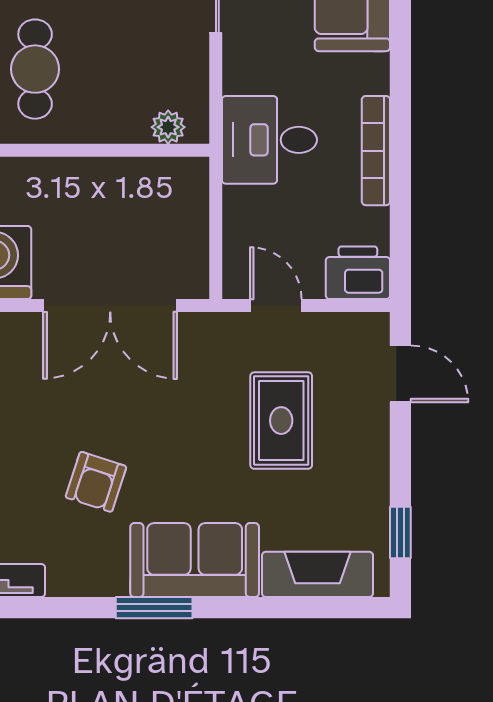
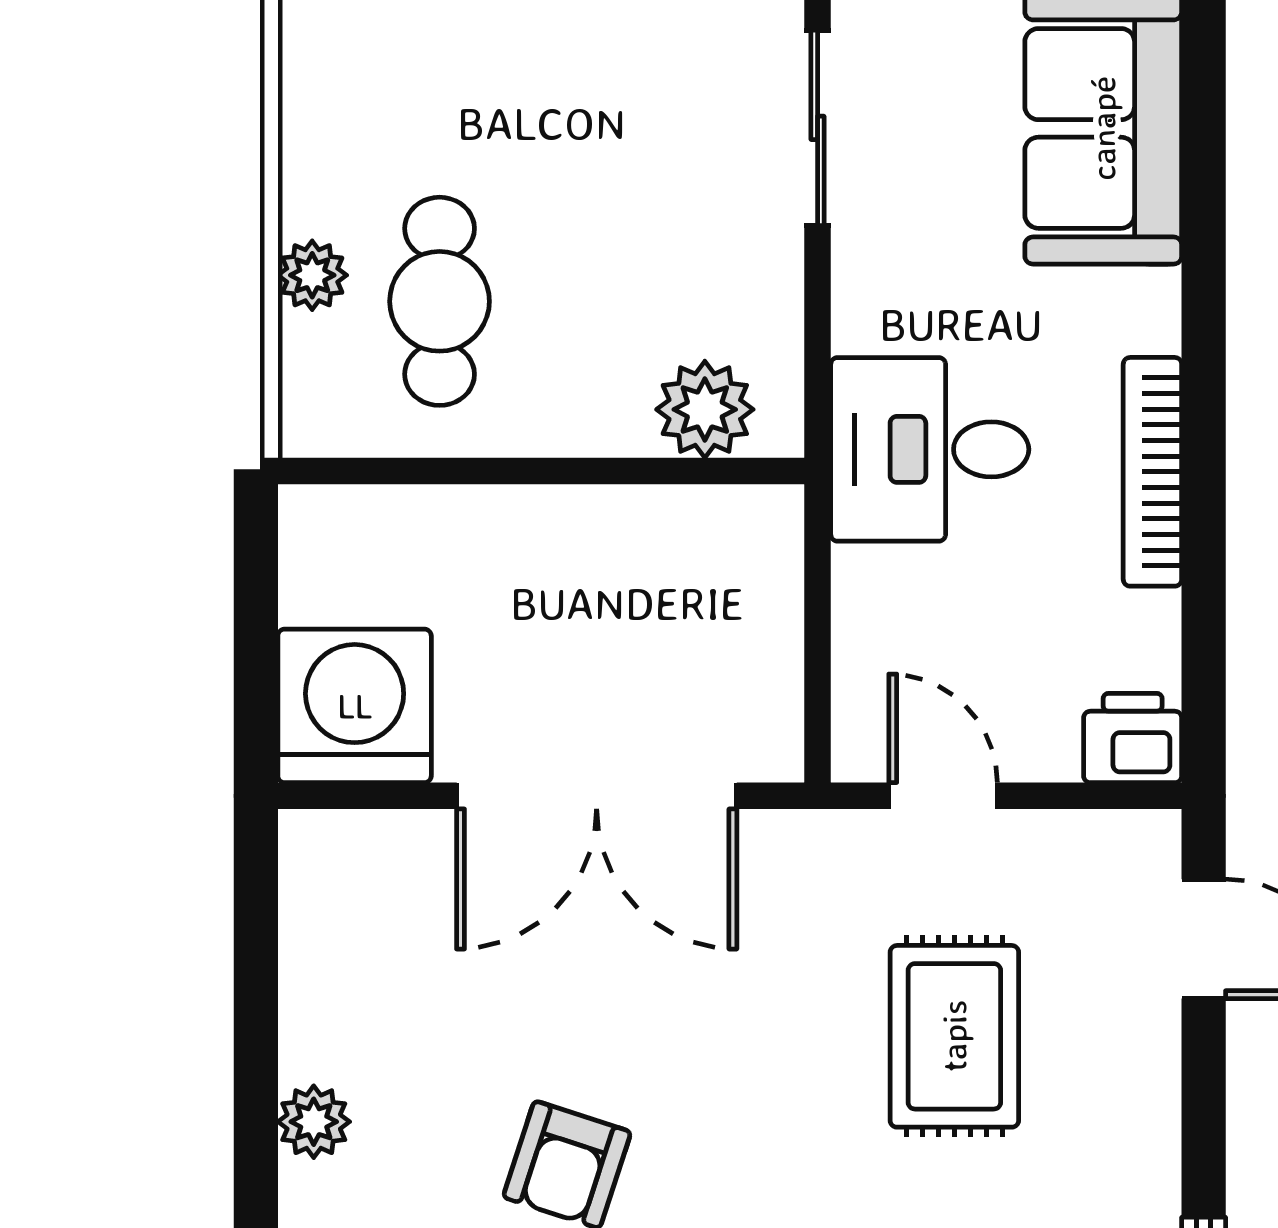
plant: (168, 127) -> (705, 409), width x1.38, depth x1.38
printer: (358, 273) -> (1133, 738), width x0.73, depth x0.81

